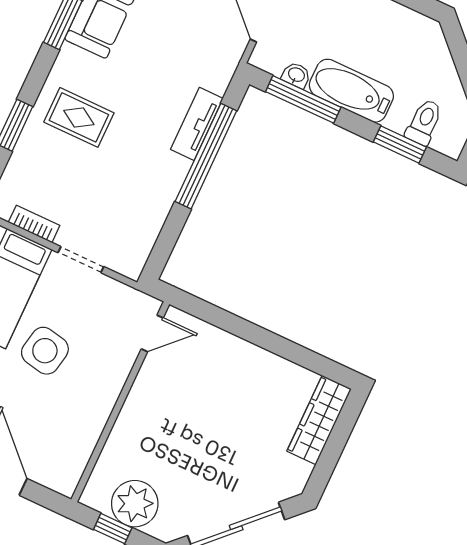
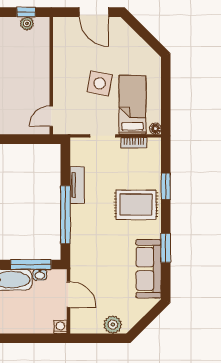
rug: (79, 117) -> (136, 205), width x1.36, depth x1.43
tv unit: (197, 124) -> (77, 185), moved
plant: (135, 504) -> (27, 23), width x0.53, depth x0.53

